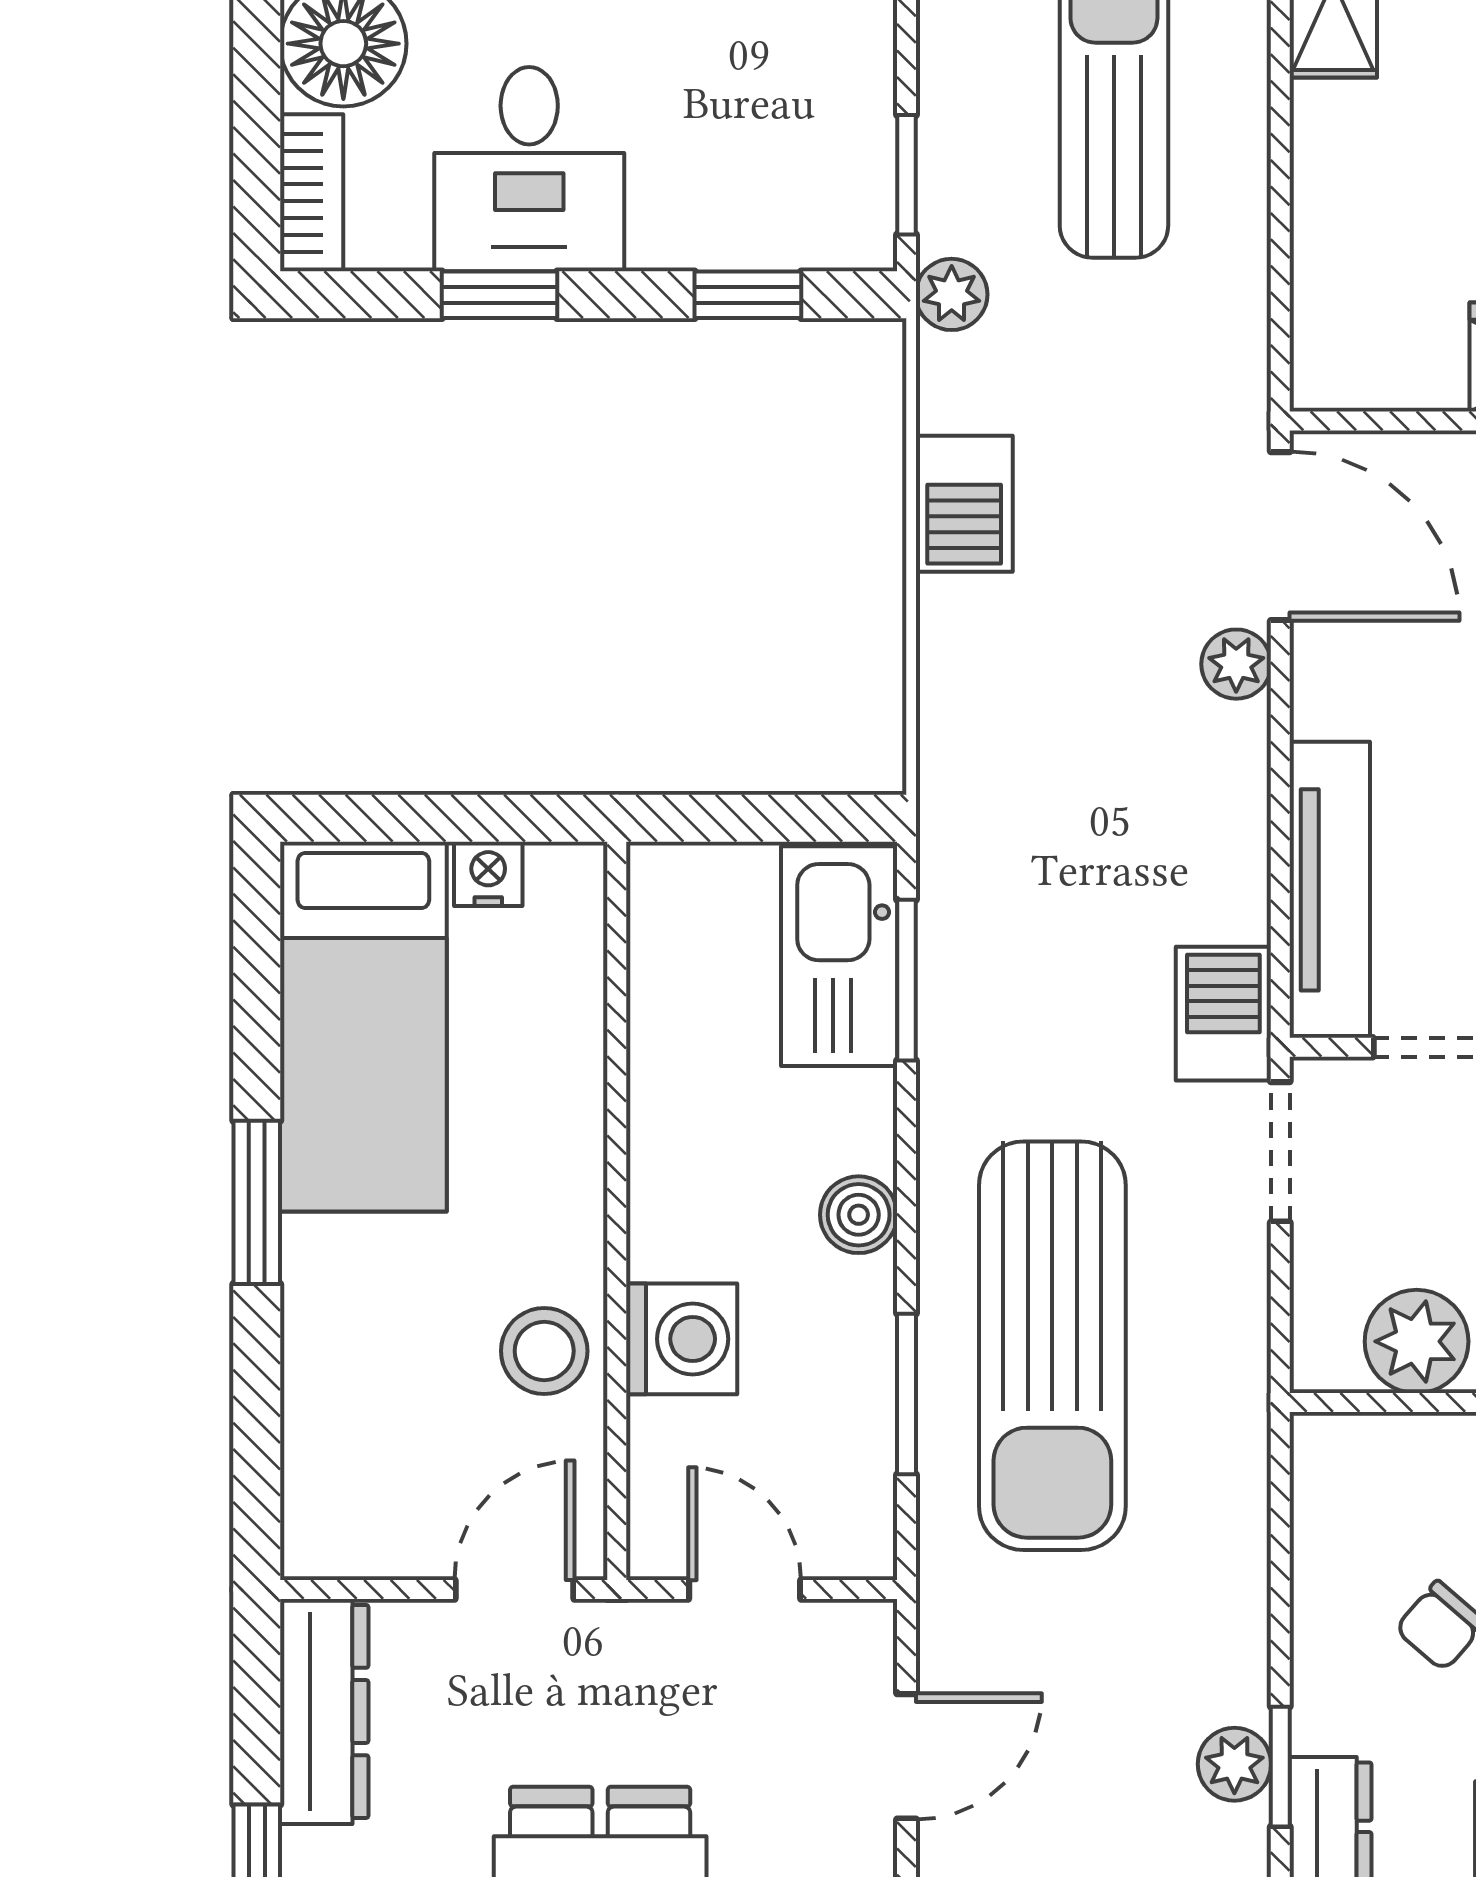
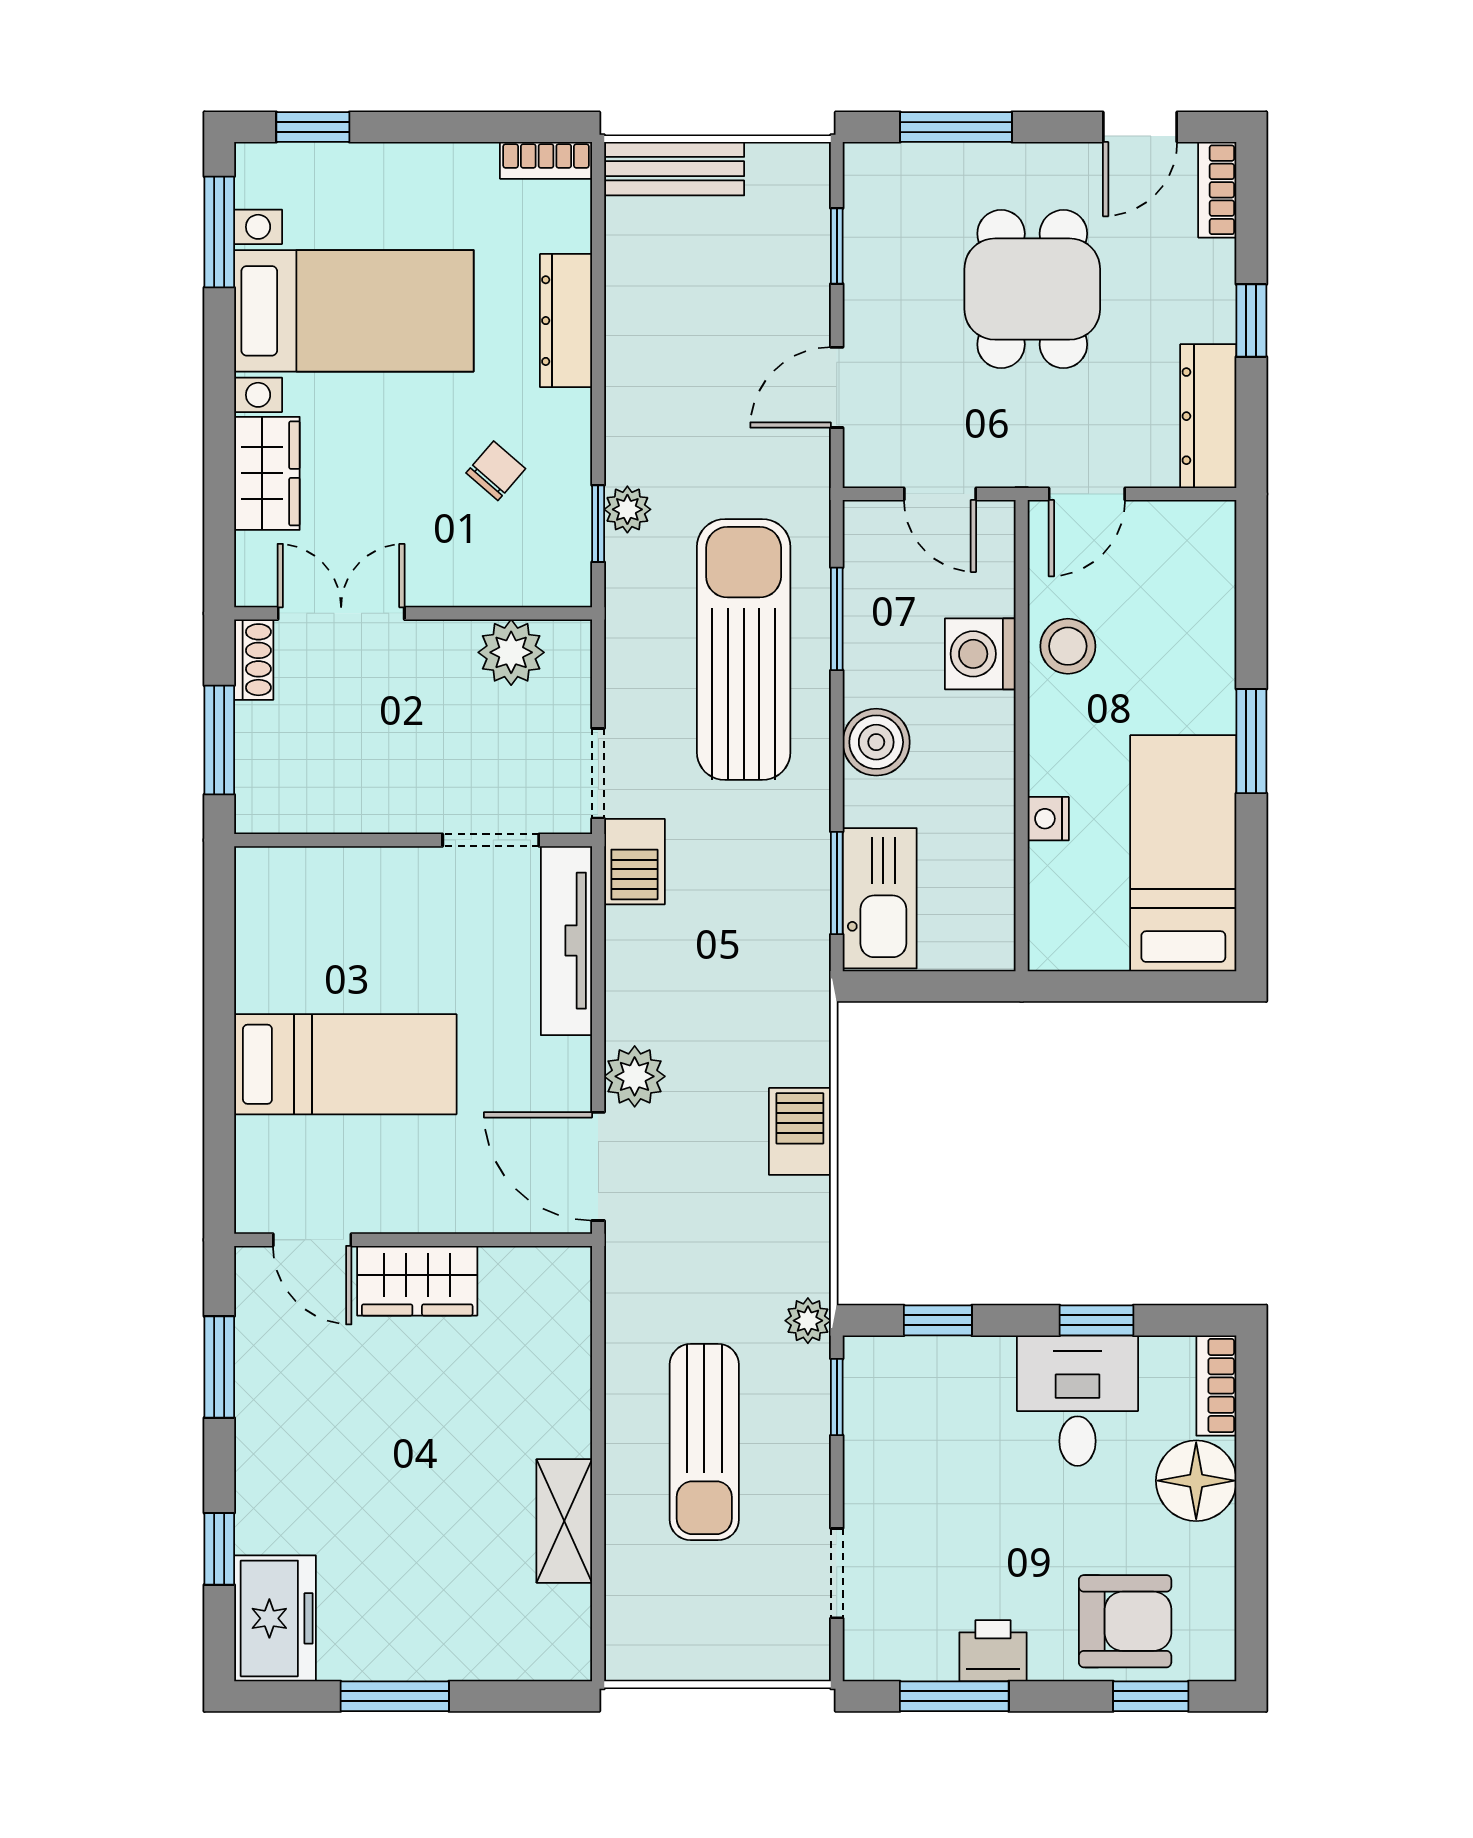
barbecue: (964, 504) -> (800, 1131), moved
plant: (1236, 664) -> (635, 1076), width x1.38, depth x1.38
nightstand: (488, 874) -> (1048, 819), moved, turned 90
boiler: (859, 1215) -> (876, 742), width x1.36, depth x1.36
plant: (1234, 1764) -> (627, 509), moved
window: (1280, 1767) -> (598, 524), moved

